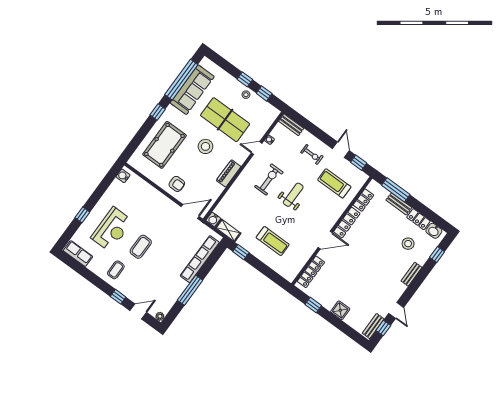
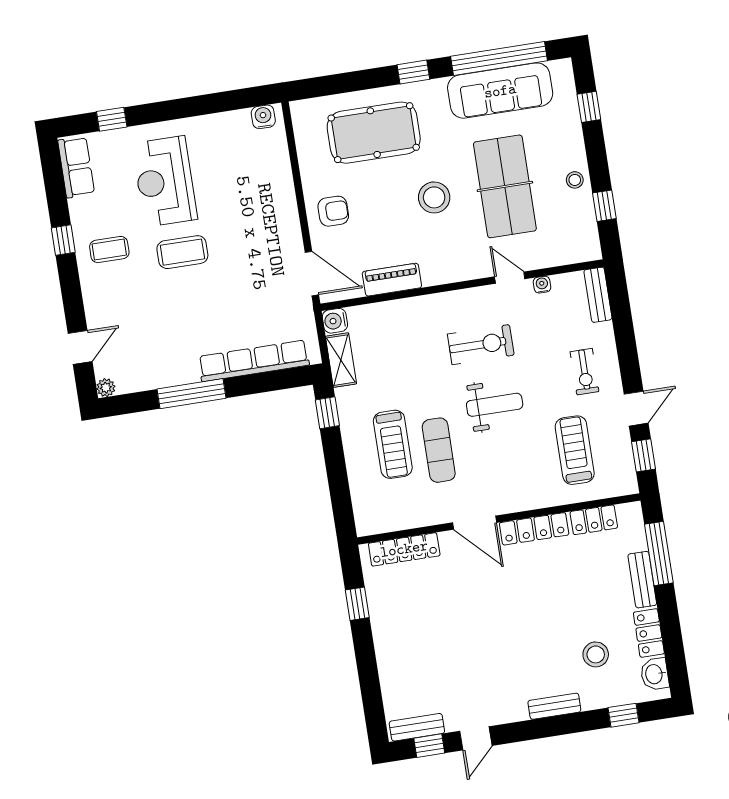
window: (245, 79) -> (589, 107), moved
piano: (229, 173) -> (392, 280), moved
armchair: (177, 184) -> (333, 211), turned -90
window: (82, 215) -> (112, 119), moved
exercise mat: (290, 228) -> (439, 450), added
reception desk: (112, 229) -> (165, 181), turned 90
window: (118, 297) -> (63, 240), moved
shower: (340, 310) -> (391, 653), removed
door: (138, 312) -> (80, 347), hinge flipped

